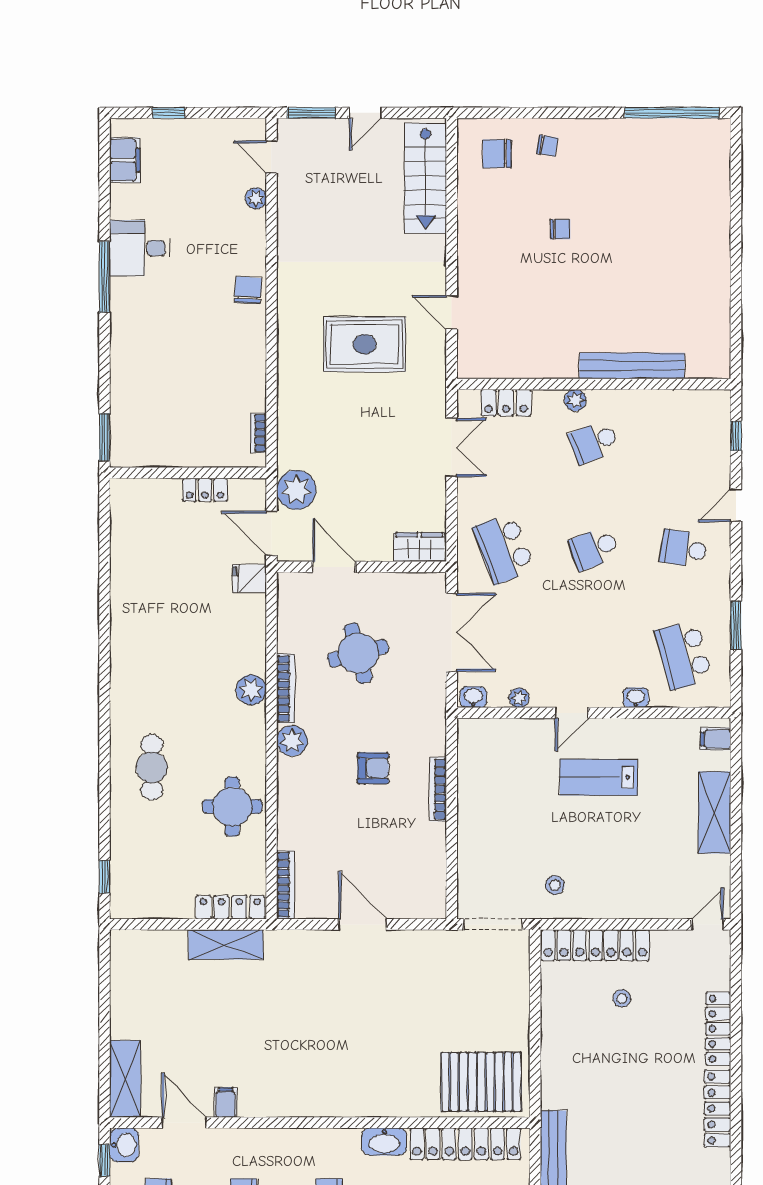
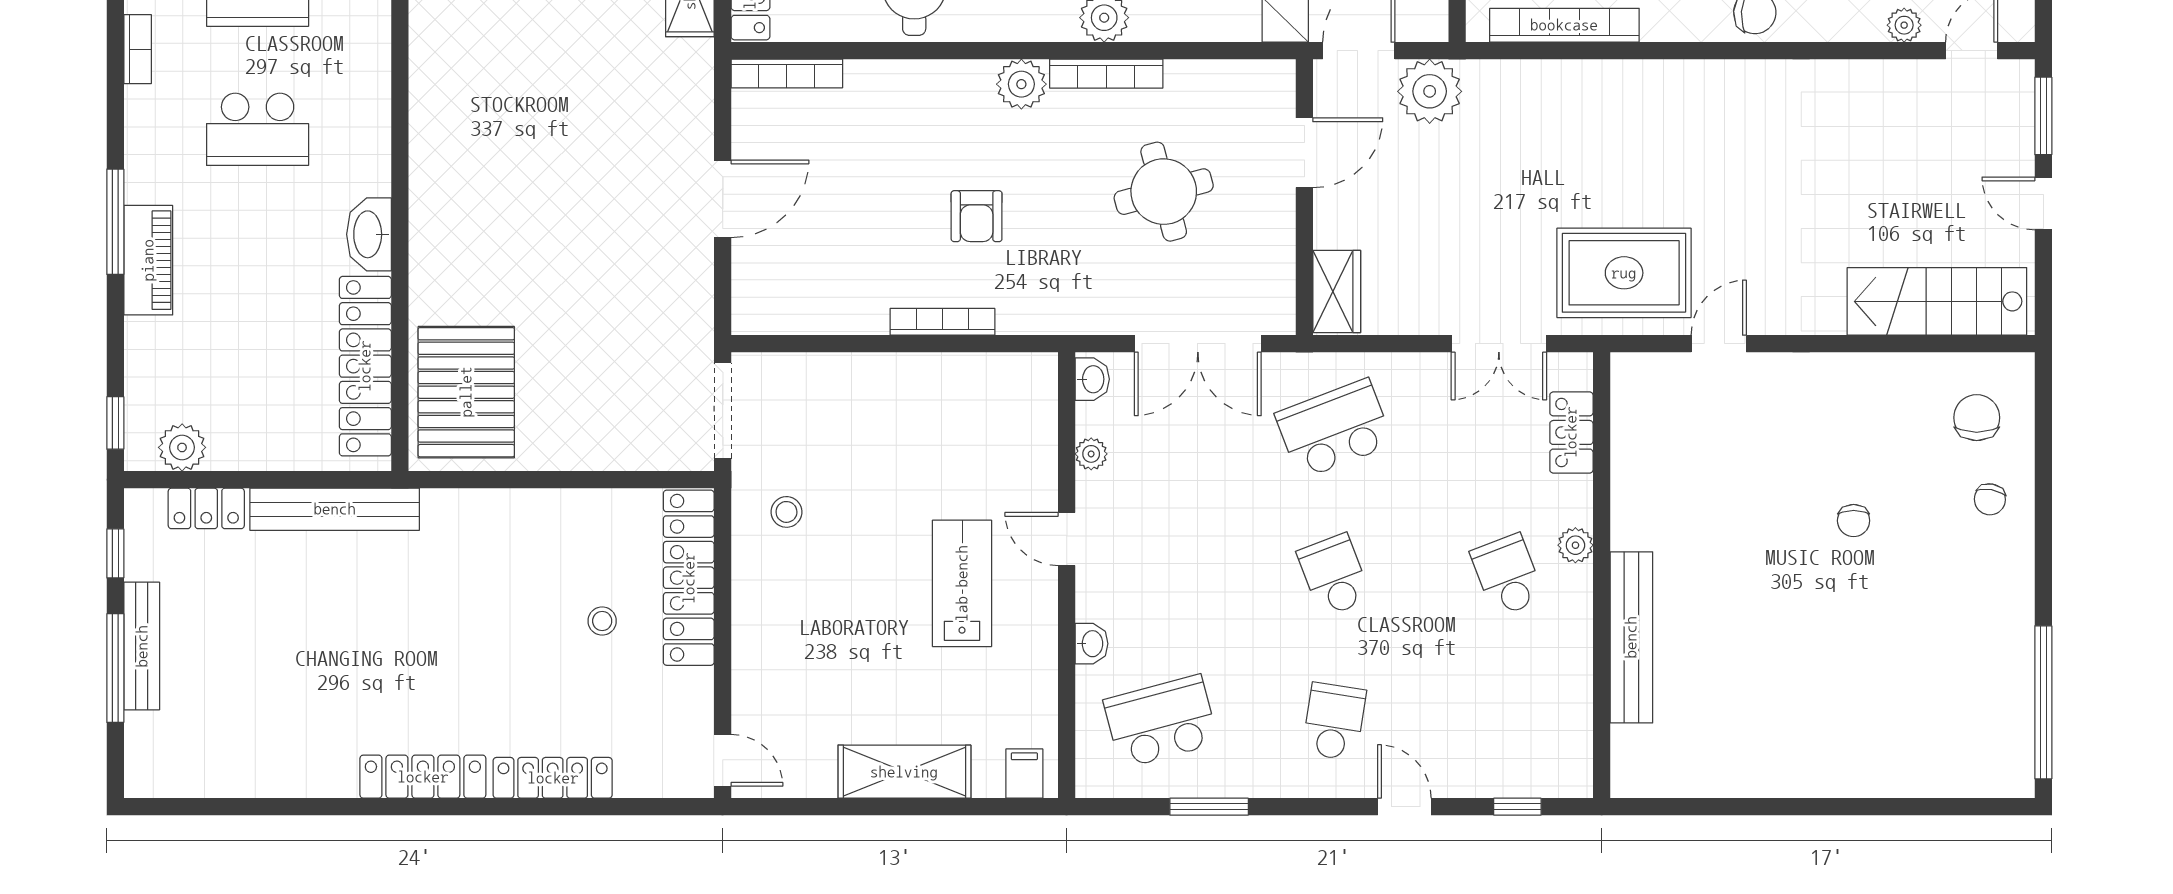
rug: (365, 344) -> (1624, 273), moved, turned 90
bookcase: (258, 433) -> (1564, 25), width x2.31, depth x1.31

